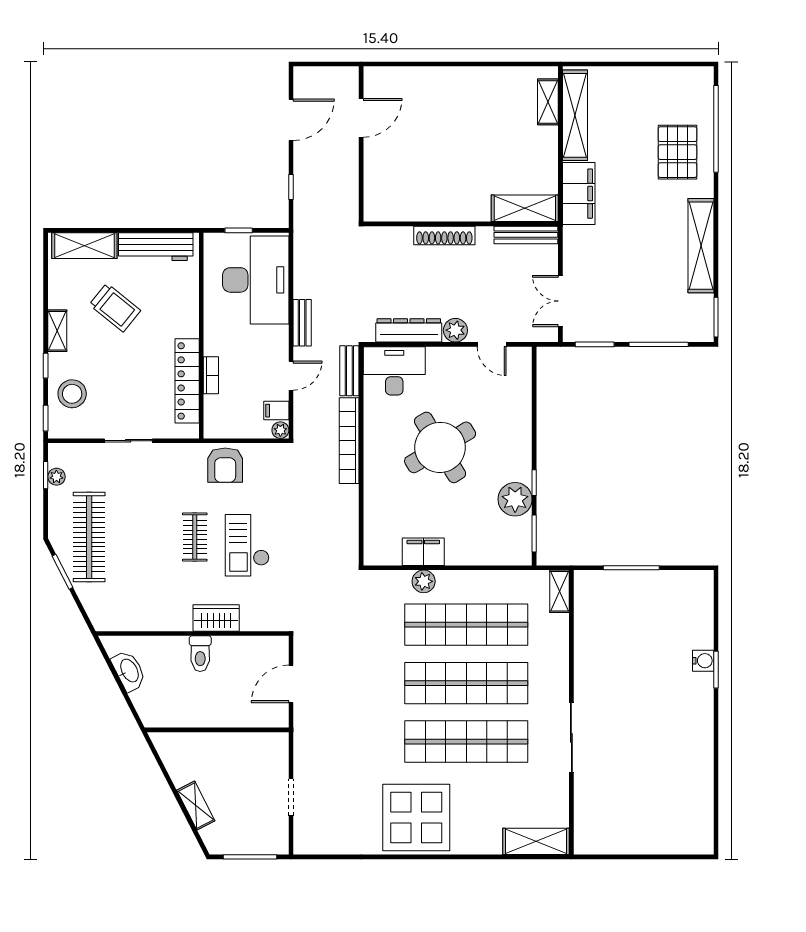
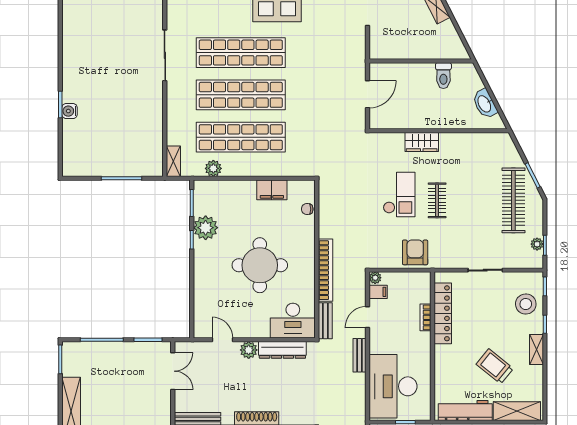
round table: (440, 447) -> (260, 265), turned 31
chair: (374, 525) -> (307, 209), added
plant: (424, 581) -> (213, 168), moved
toilet: (200, 654) -> (443, 76), moved, turned 180

